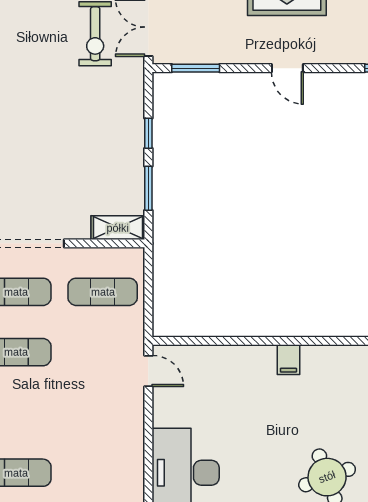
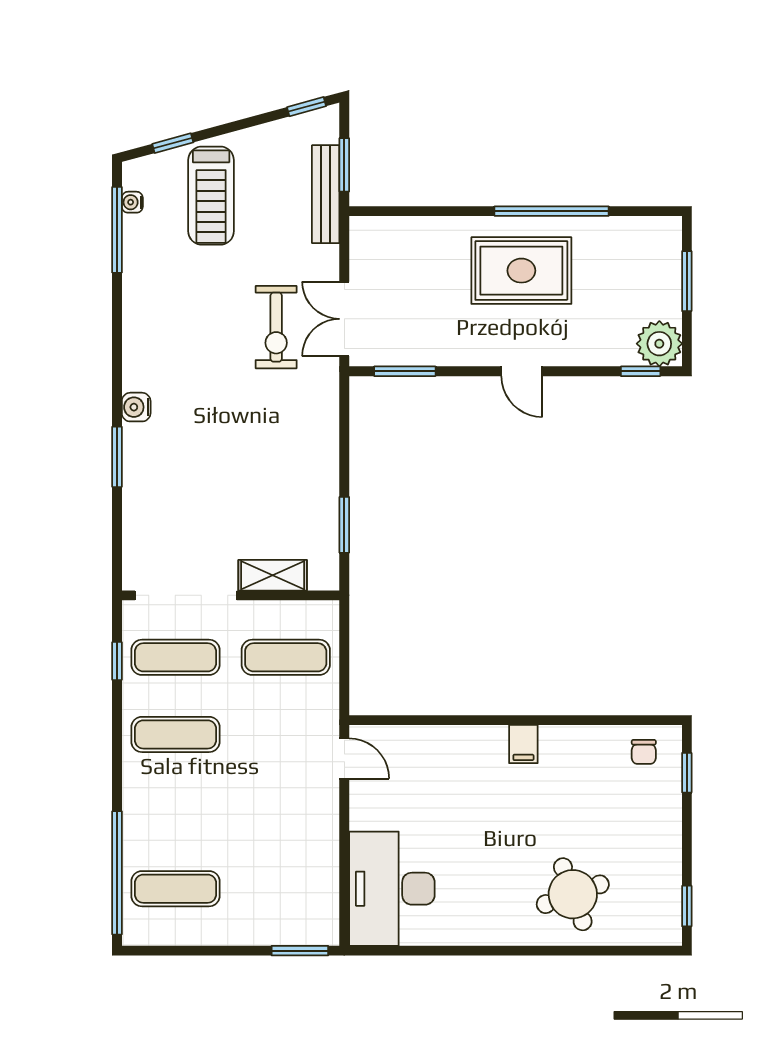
window: (148, 133) -> (344, 454), removed
shelving: (118, 228) -> (273, 575), moved

